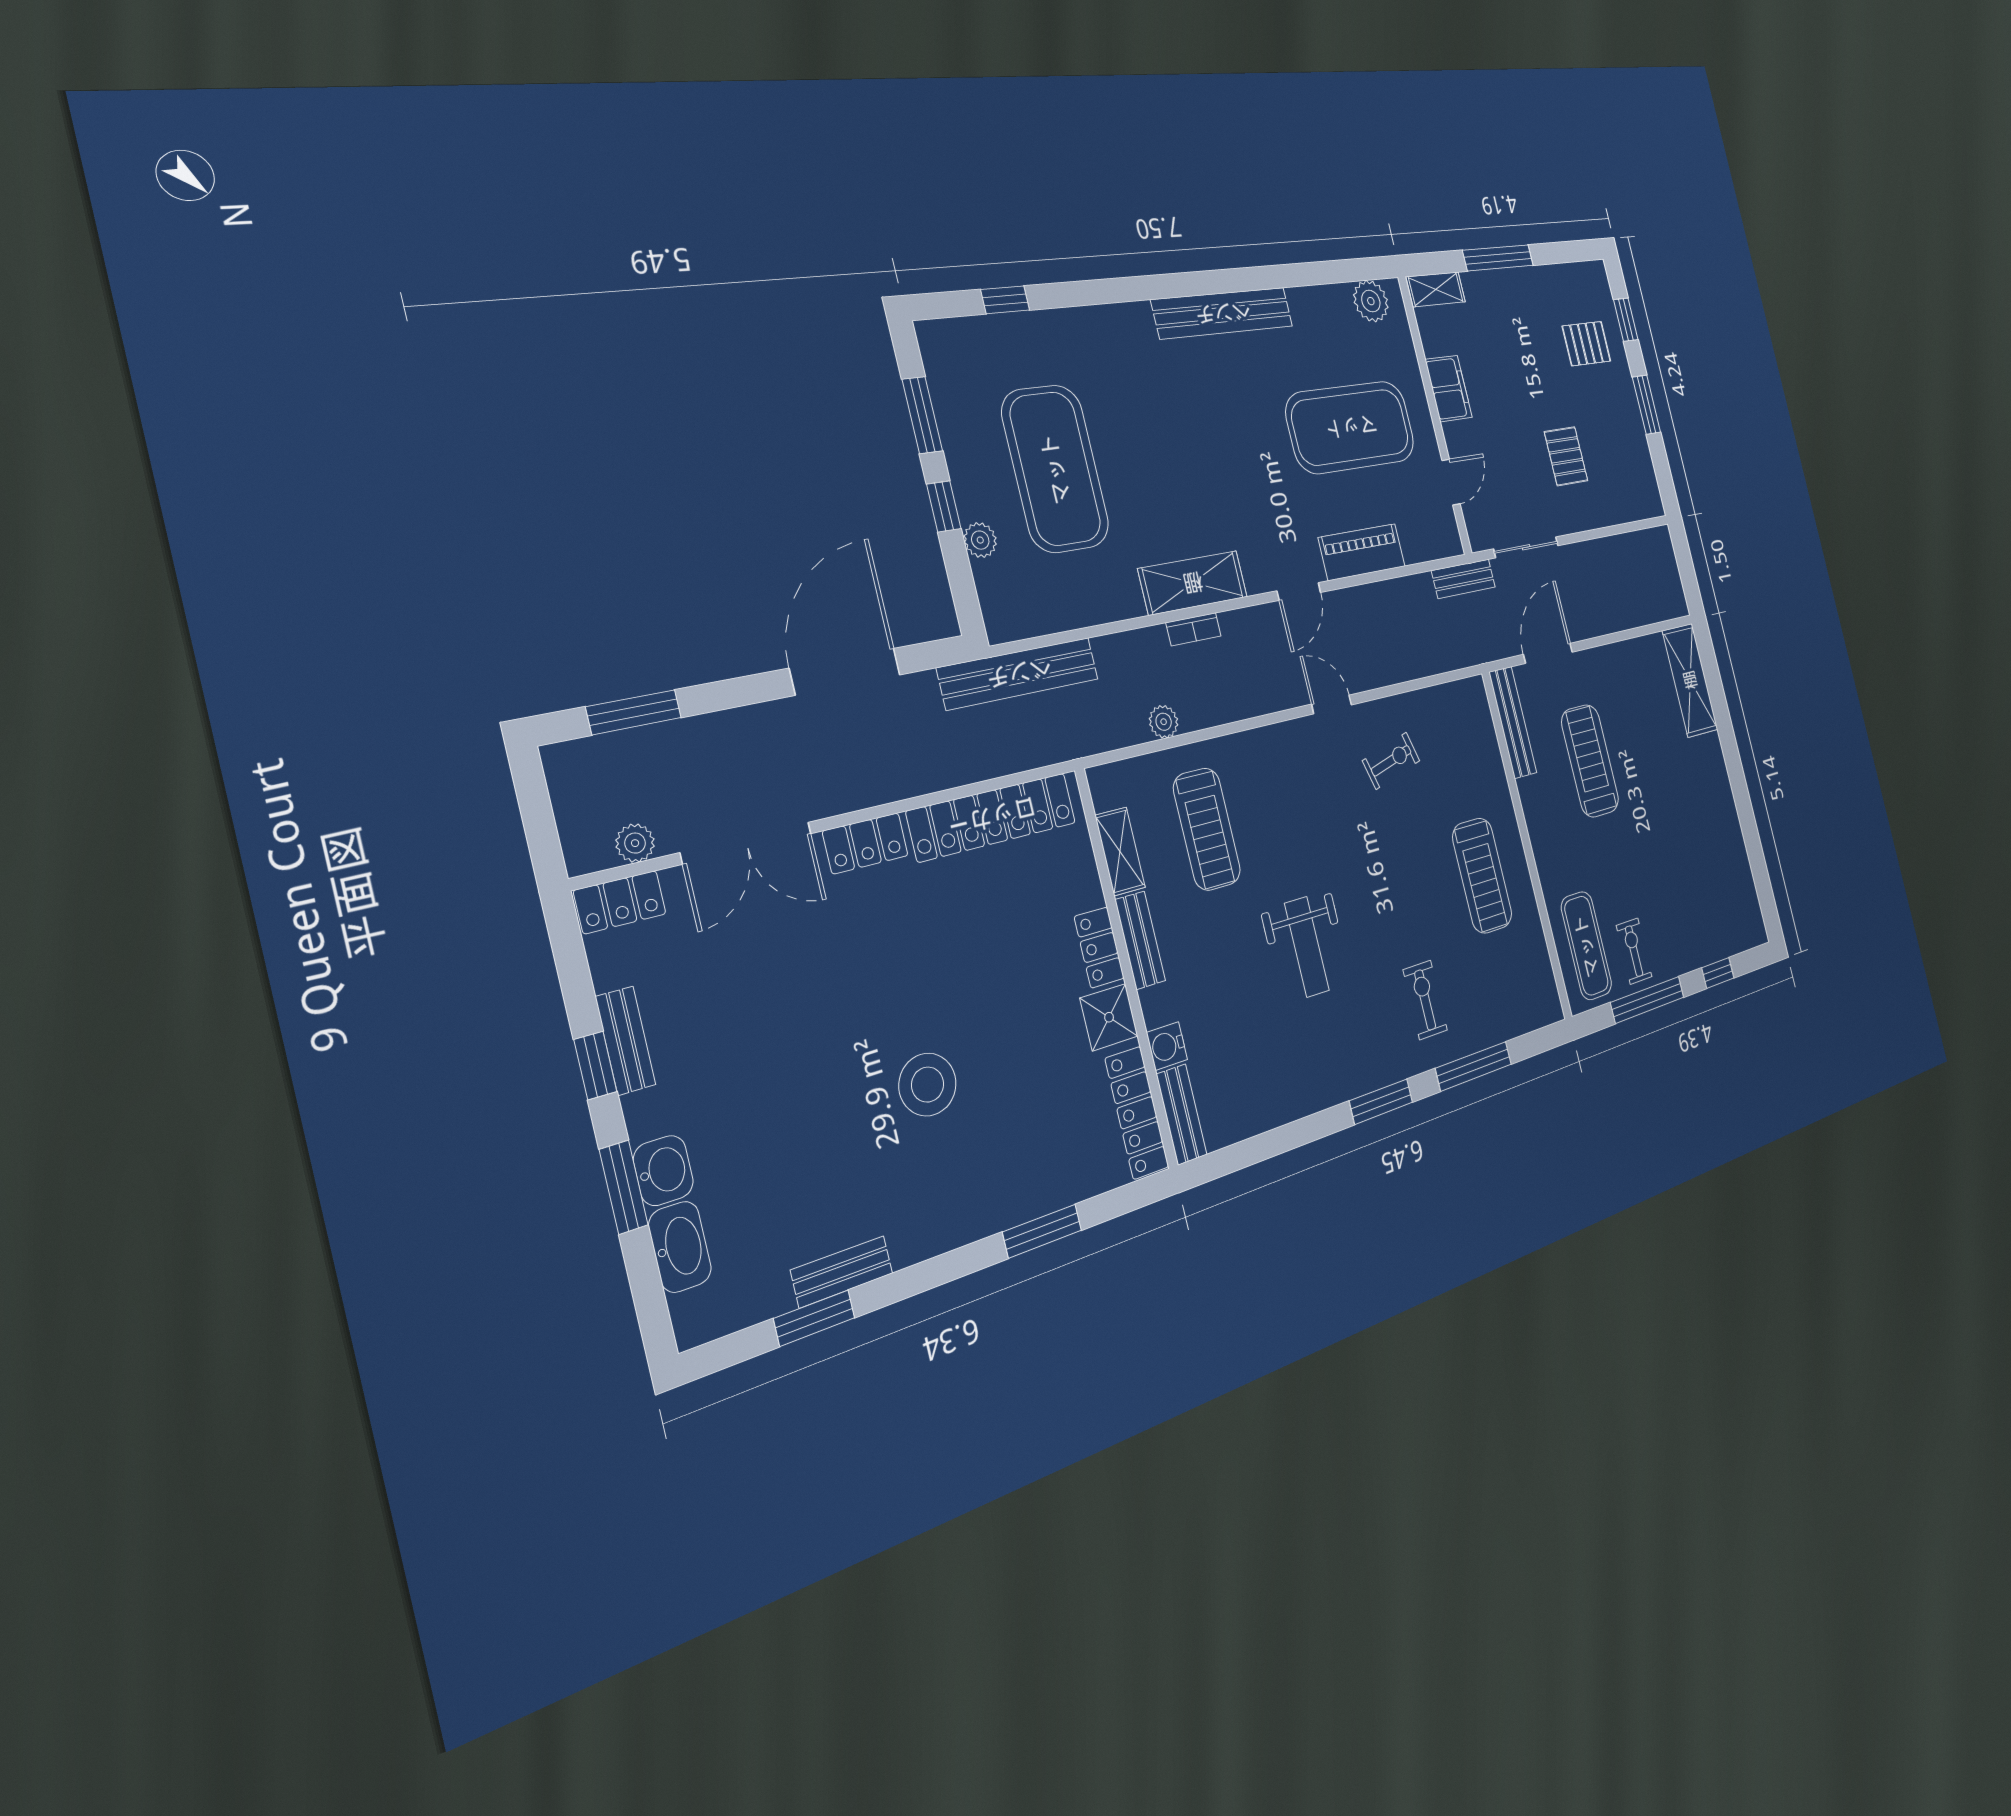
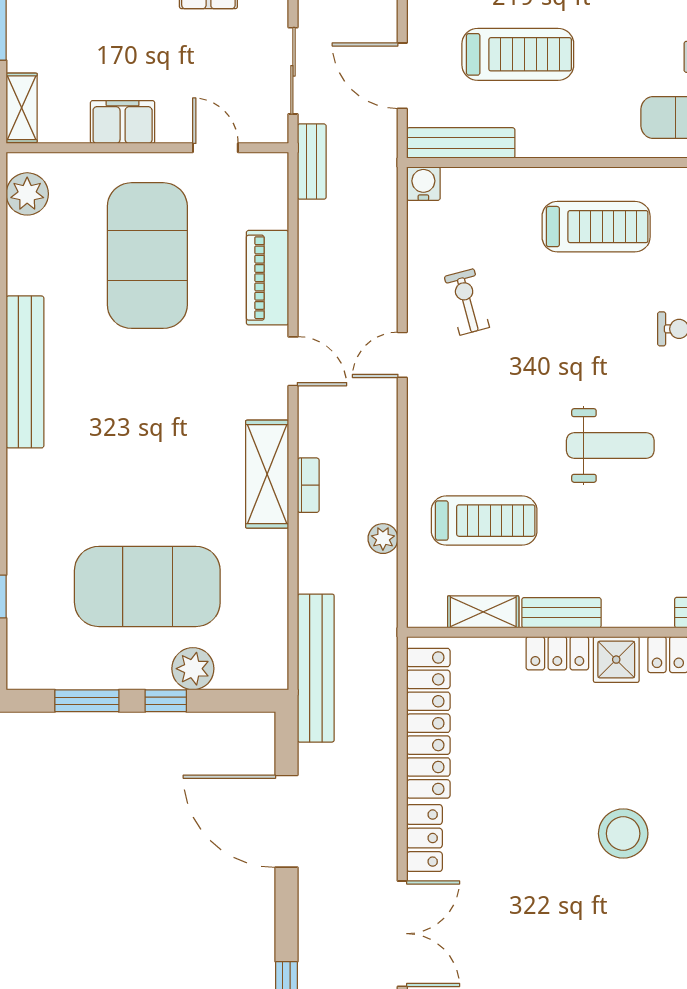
plant: (980, 540) -> (193, 669), width x1.38, depth x1.38
treadmill: (1590, 761) -> (518, 54), turned 180
water cooler: (1167, 1046) -> (423, 184), moved, turned 180

